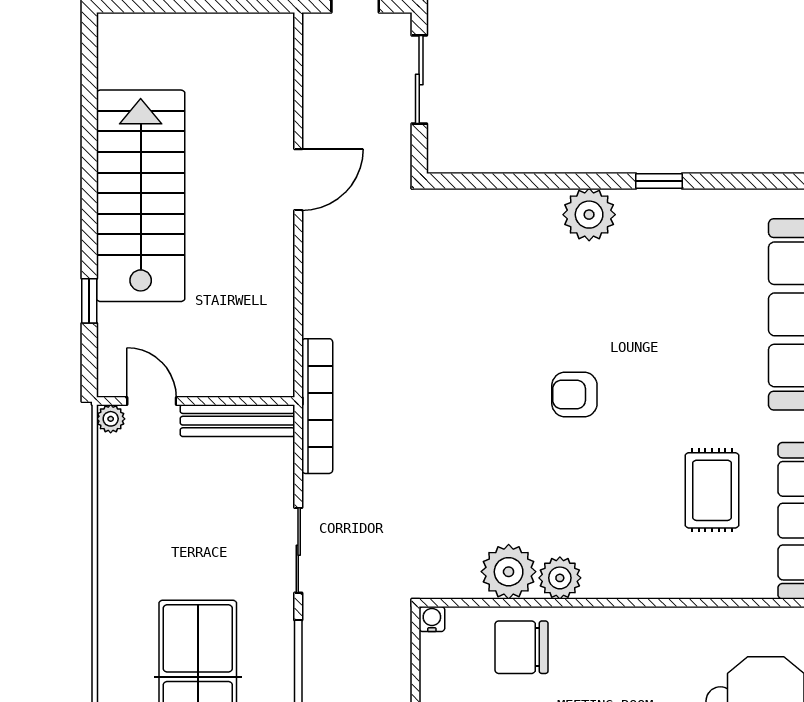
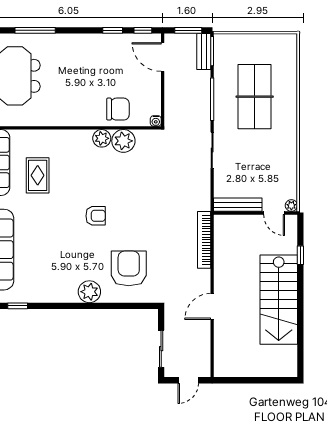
window: (659, 181) -> (18, 306), moved
armchair: (496, 270) -> (129, 268), added
bookcase: (317, 406) -> (204, 240), moved

